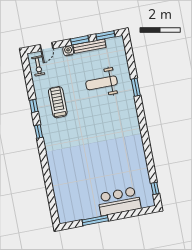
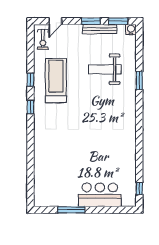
water cooler: (68, 51) -> (131, 30), moved
treadmill: (58, 102) -> (56, 81), width x1.37, depth x1.38

